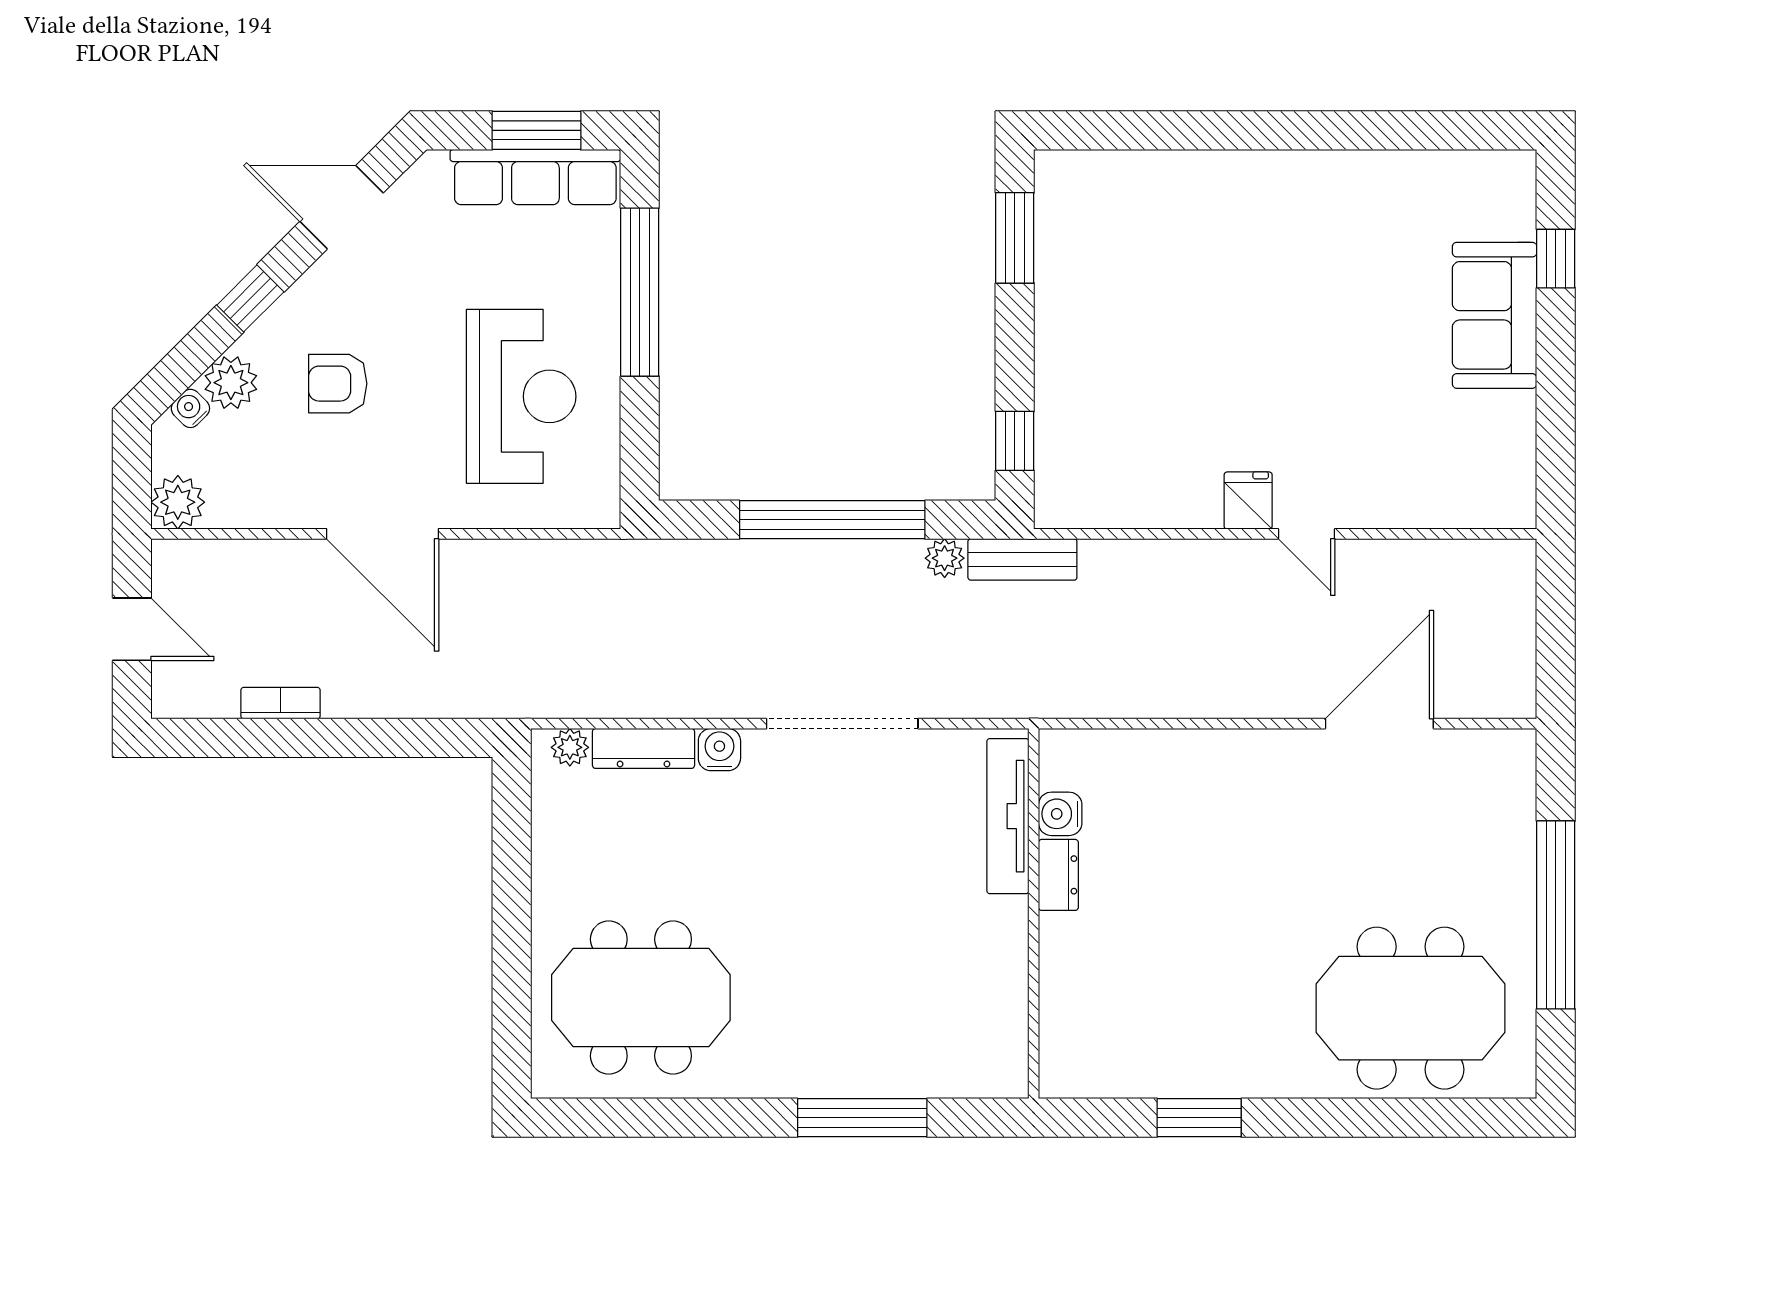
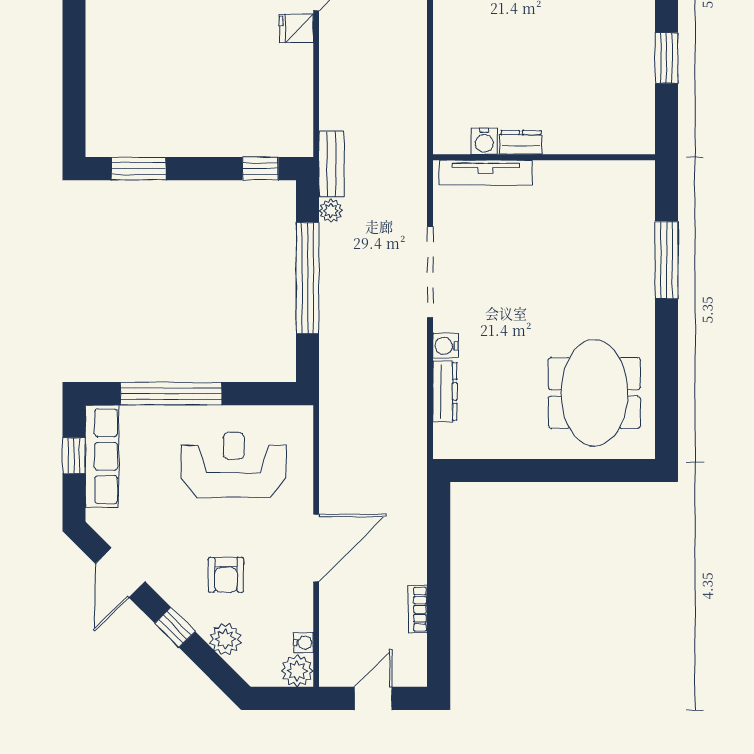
window: (537, 130) -> (74, 456), width x0.67
water cooler: (190, 408) -> (303, 643), moved, turned -135
plant: (570, 747) -> (444, 436), removed

